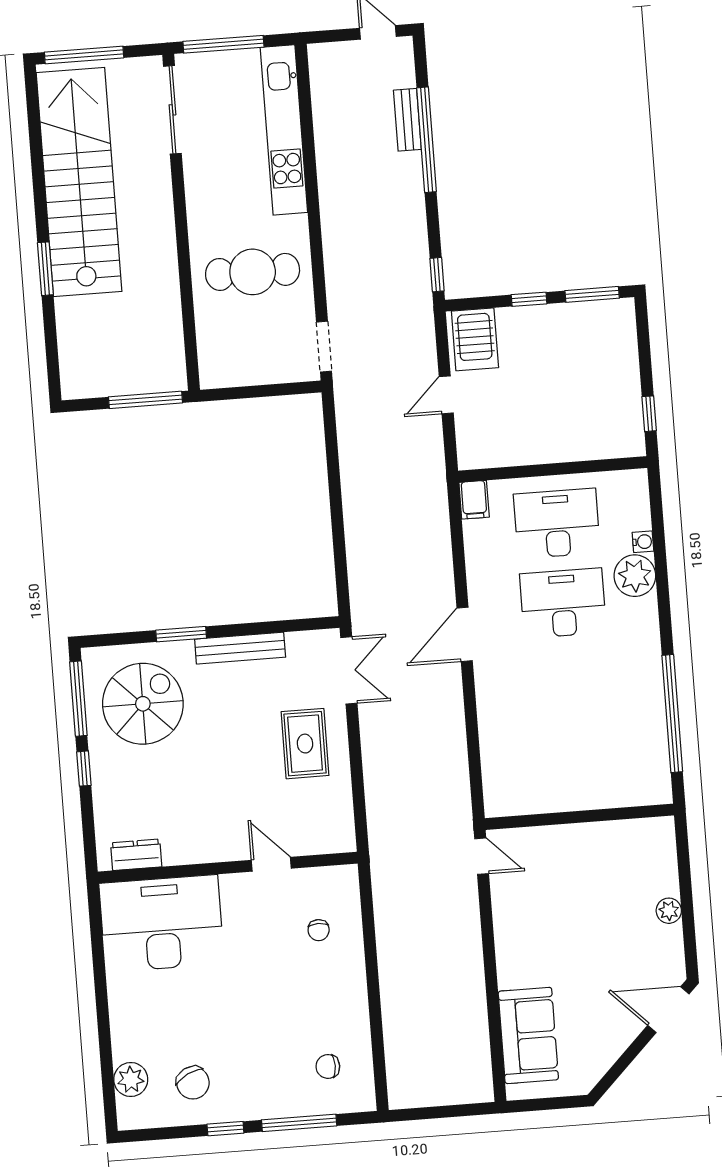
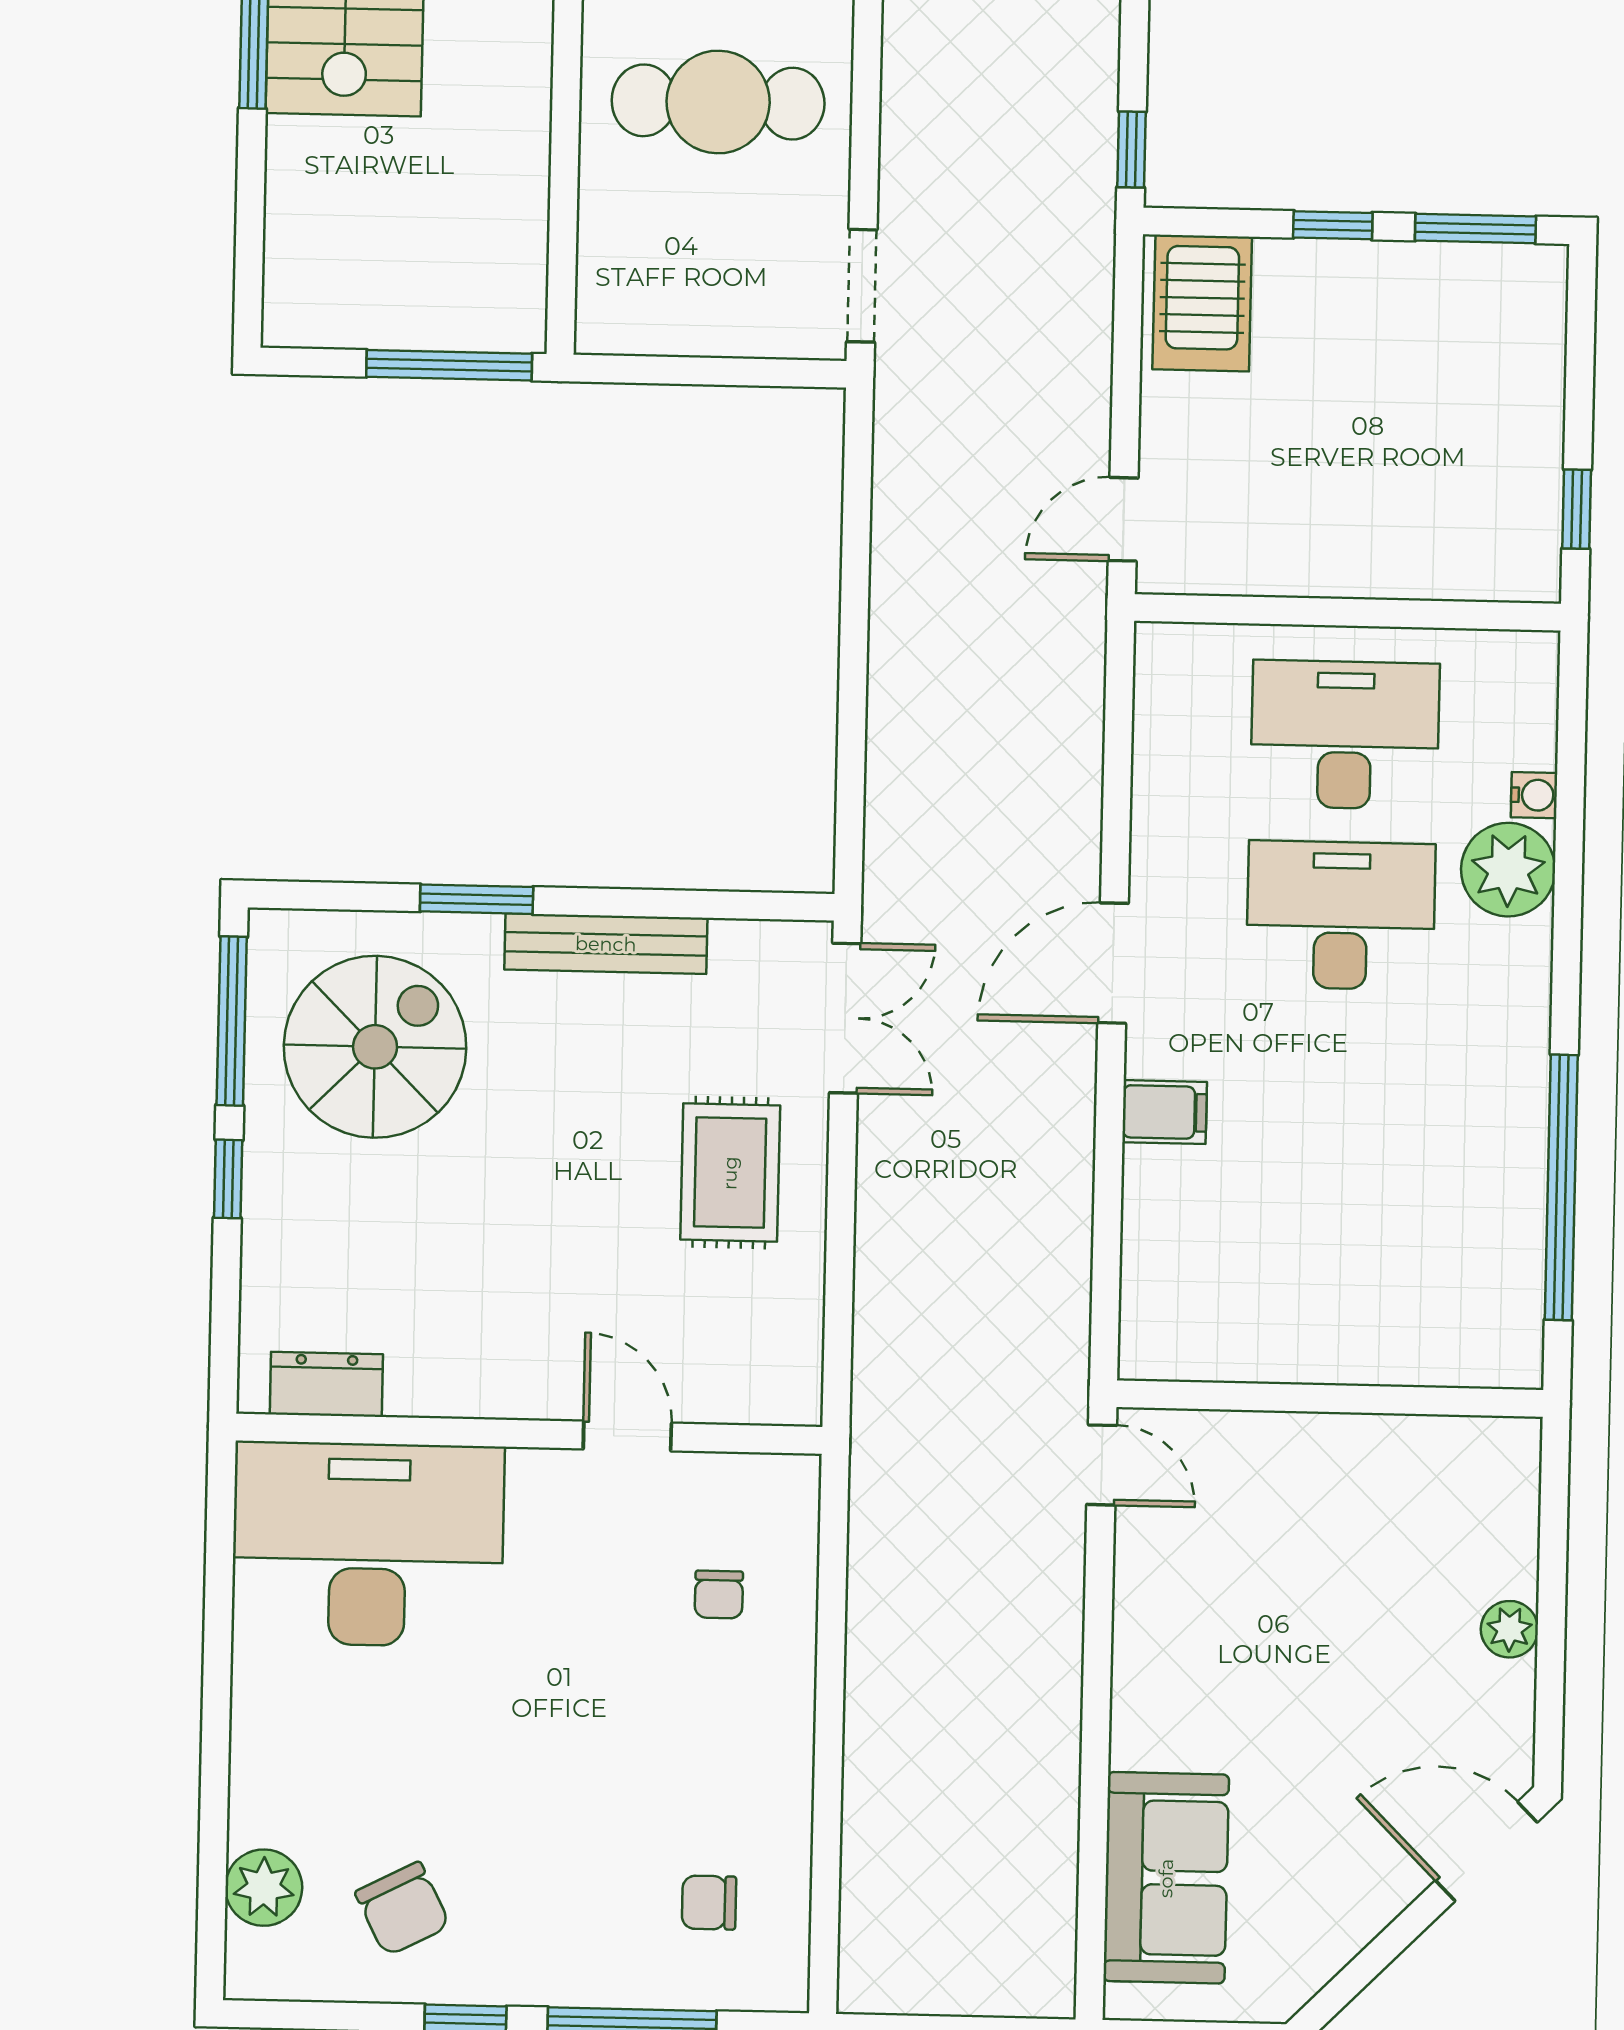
door: (446, 395) -> (1123, 519), moved
filing cabinet: (474, 500) -> (1165, 1112), moved, turned -90

